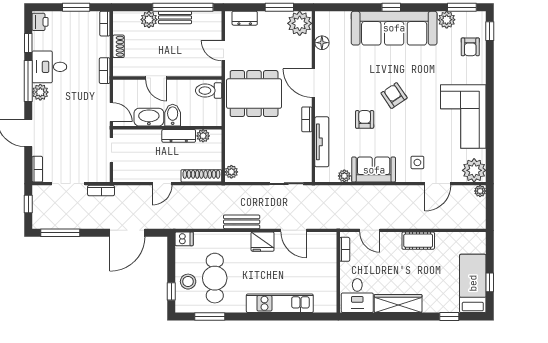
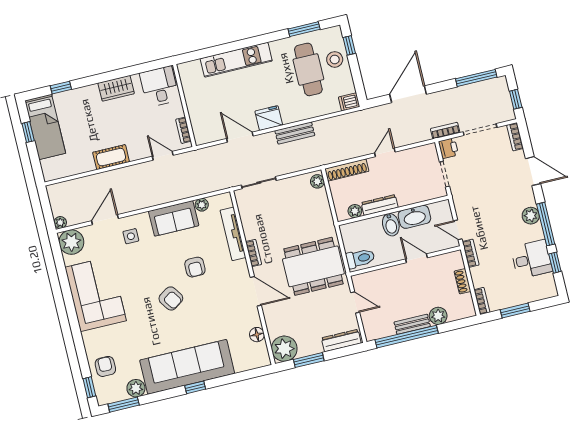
dresser: (245, 18) -> (341, 341), width x1.44
printer: (40, 22) -> (448, 148), moved, turned 180
desk: (49, 67) -> (531, 259), moved
door: (111, 112) -> (458, 230), moved
wardrobe: (398, 304) -> (116, 88), width x0.67

